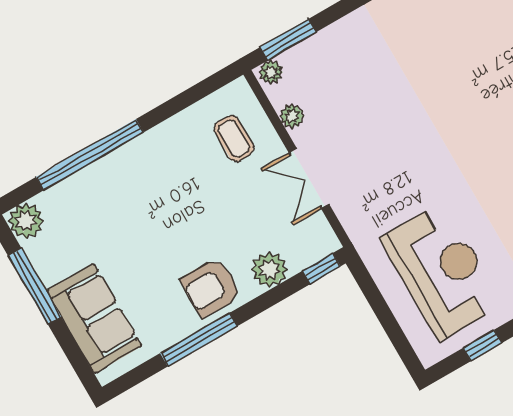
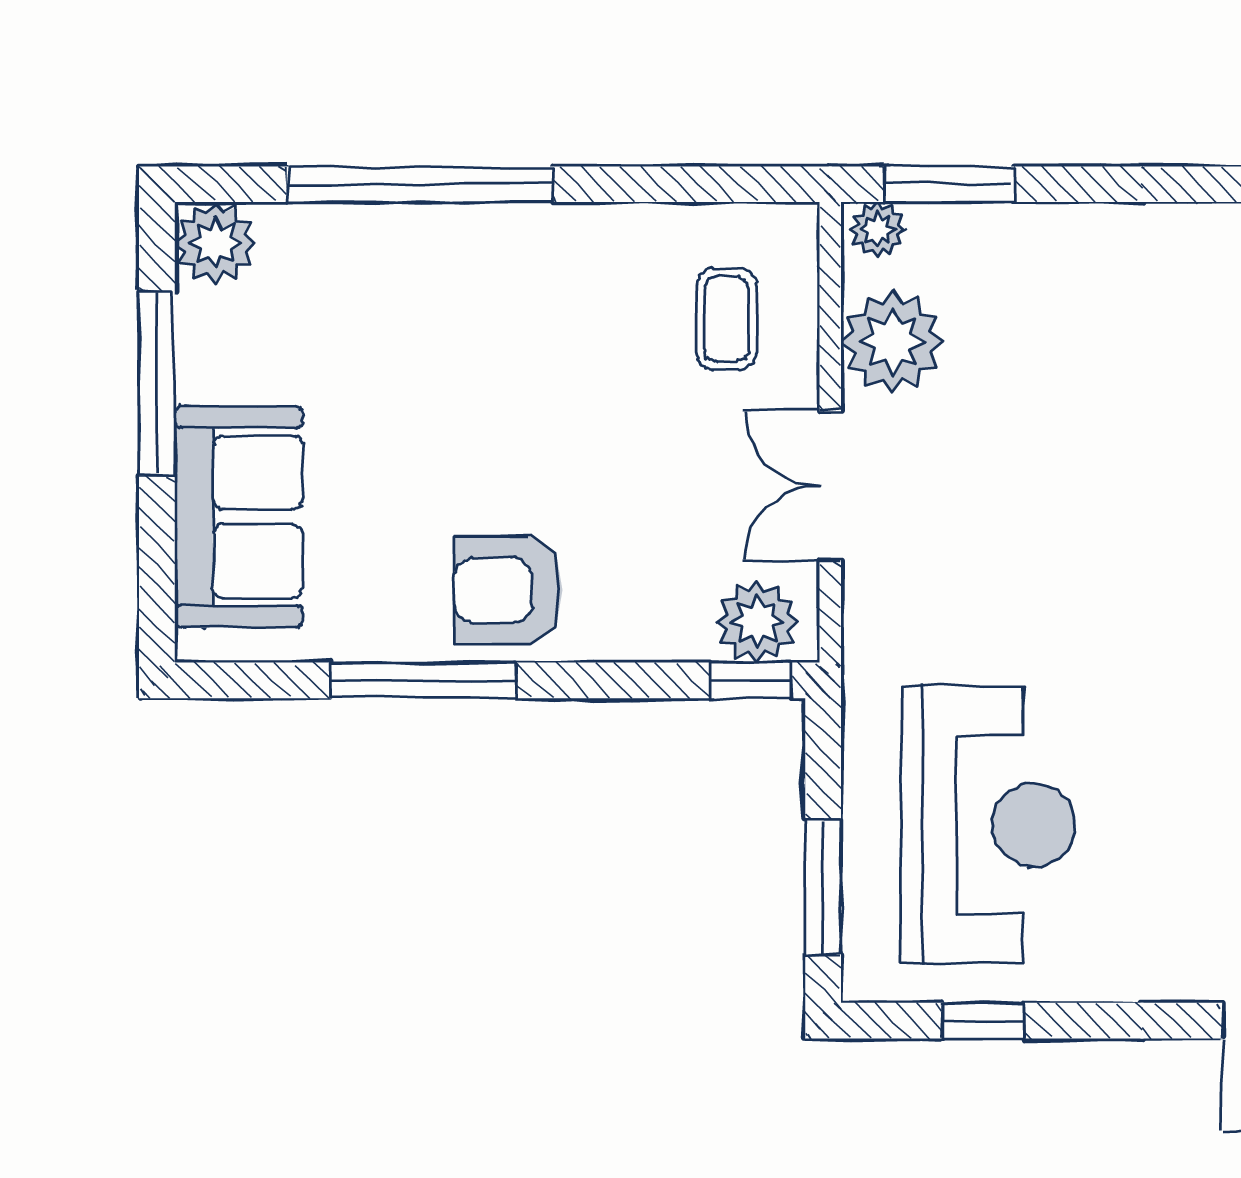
plant: (292, 116) -> (892, 342), width x1.88, depth x1.88
plant: (269, 269) -> (758, 622), moved
window: (393, 330) -> (823, 887), added

